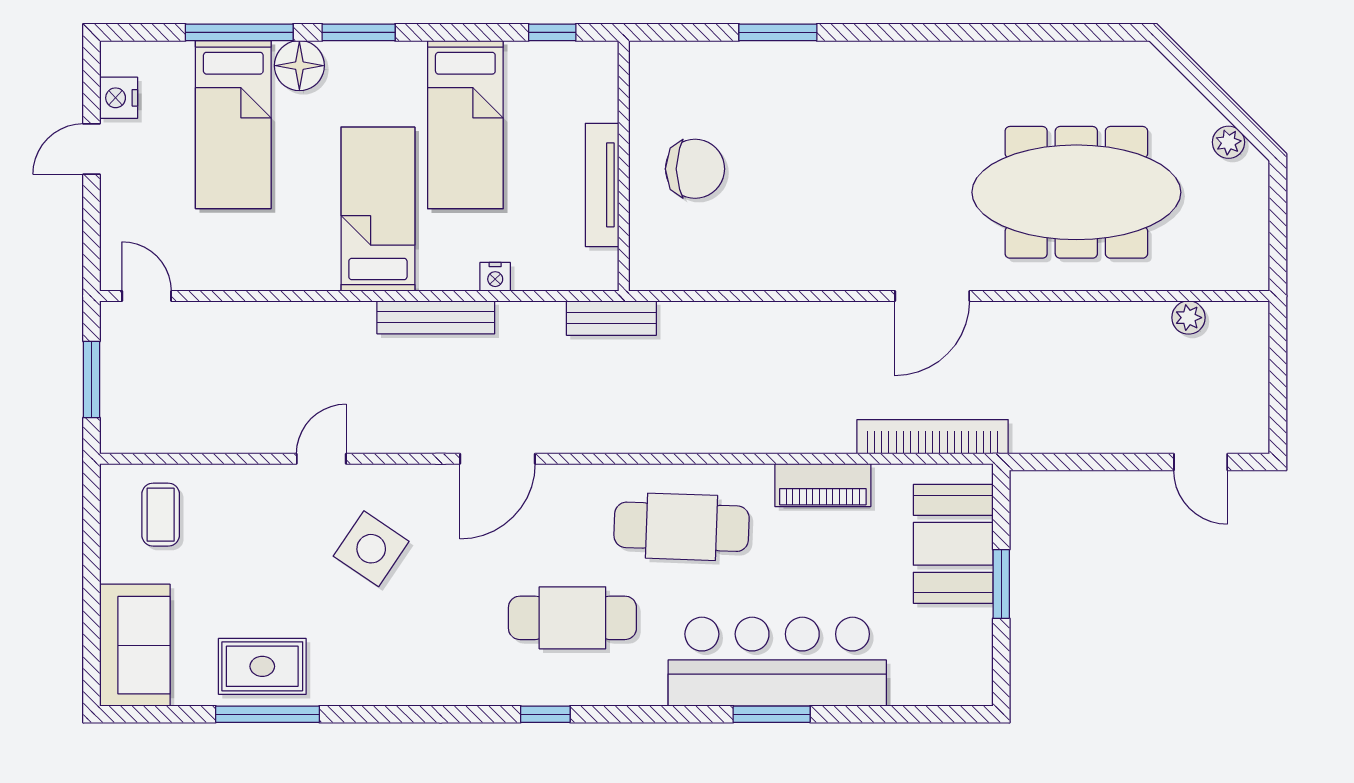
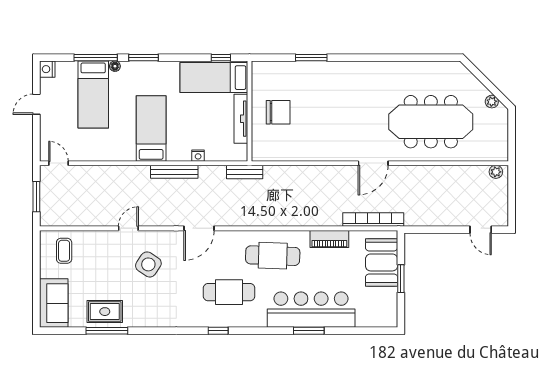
floor lamp: (299, 66) -> (115, 66), width x0.53, depth x0.53
nightstand: (119, 98) -> (47, 69), moved
bed: (465, 125) -> (214, 78), moved, turned 90
plant: (1188, 318) -> (496, 172), moved

